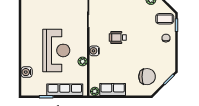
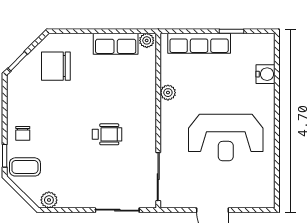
reception desk: (56, 50) -> (226, 137), moved, turned -90
water cooler: (94, 51) -> (148, 111), removed

